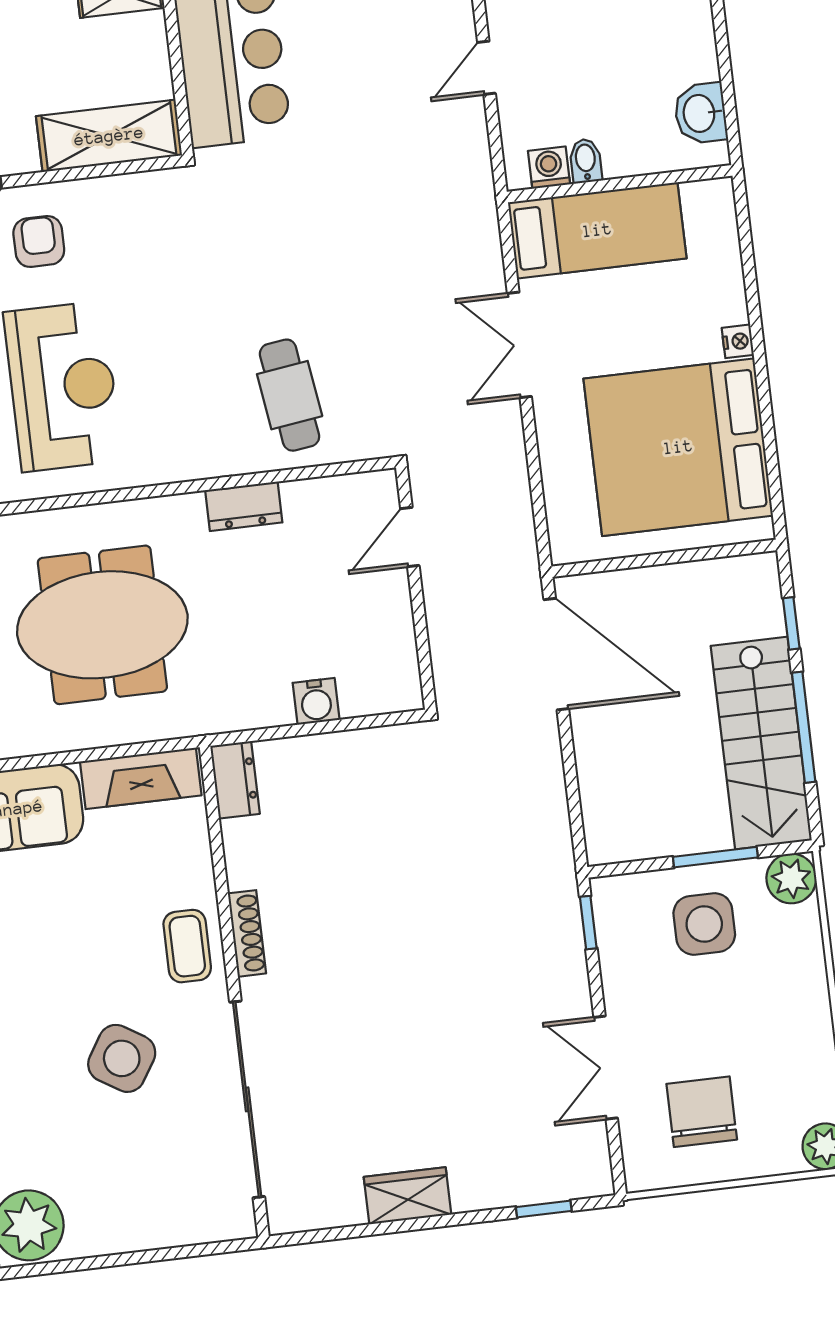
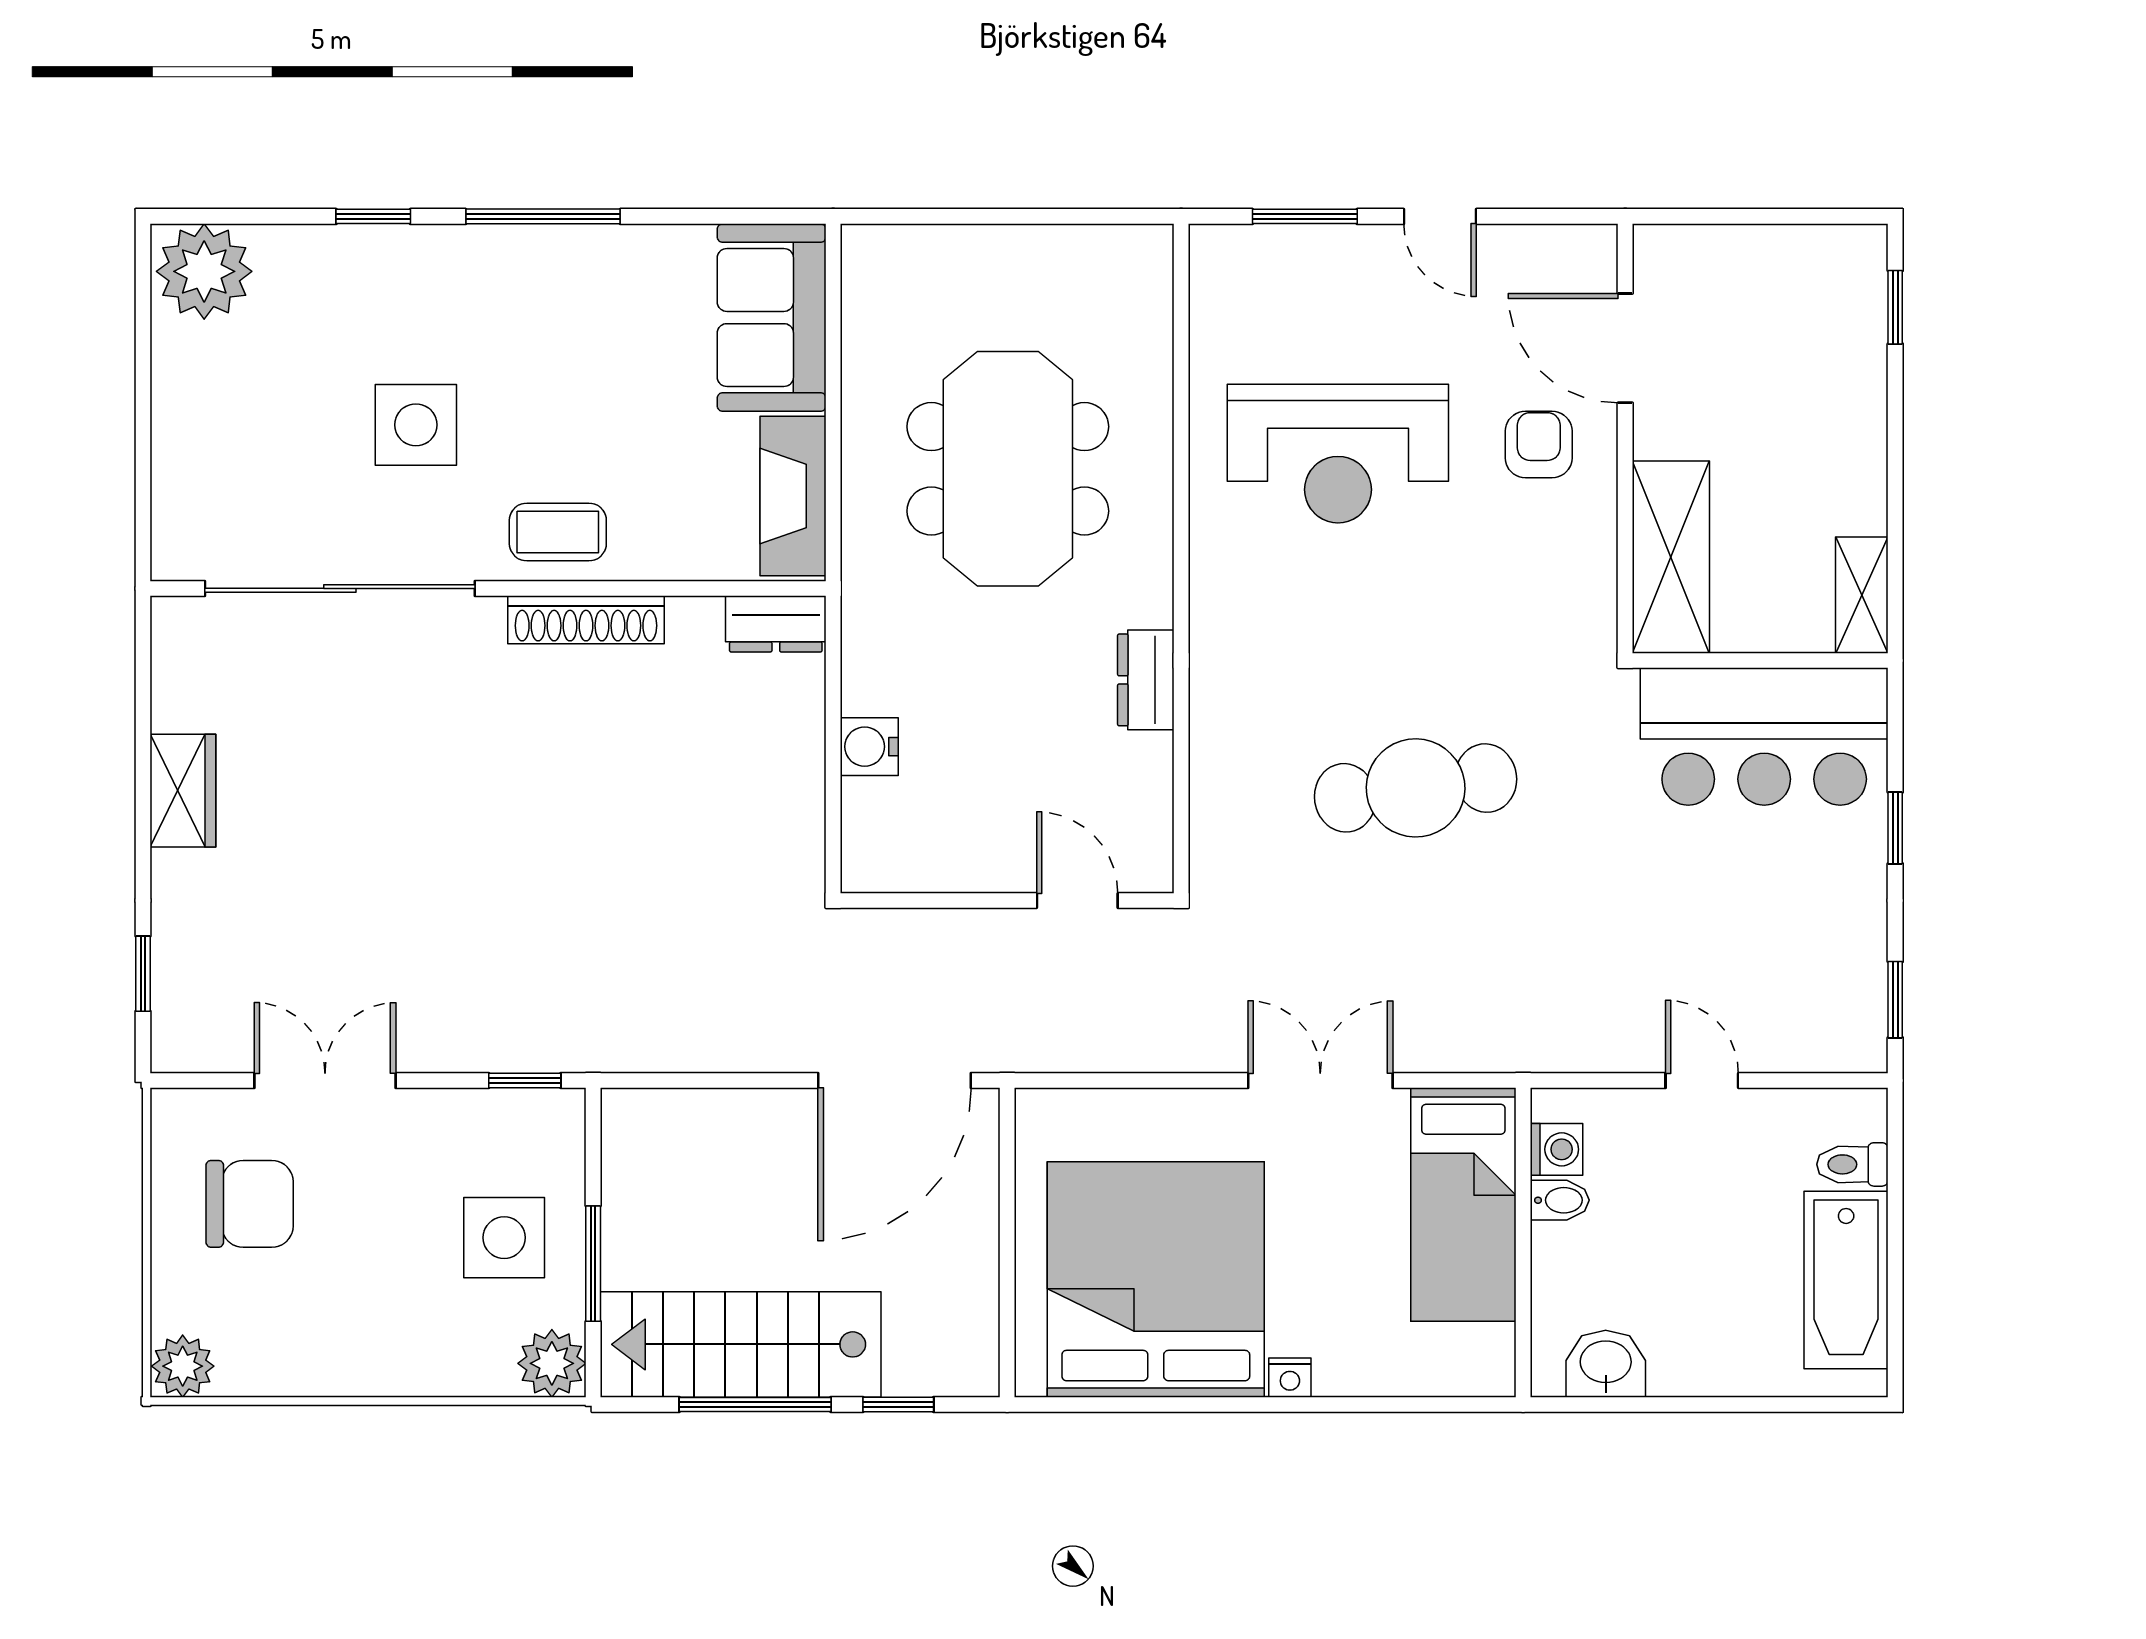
armchair: (39, 241) -> (1539, 445), turned -90
cafe table: (290, 395) -> (1416, 788), moved, width x1.37, depth x1.35
shoe rack: (247, 933) -> (586, 620), width x1.36, depth x1.24
side table: (122, 1058) -> (416, 425), turned -32

